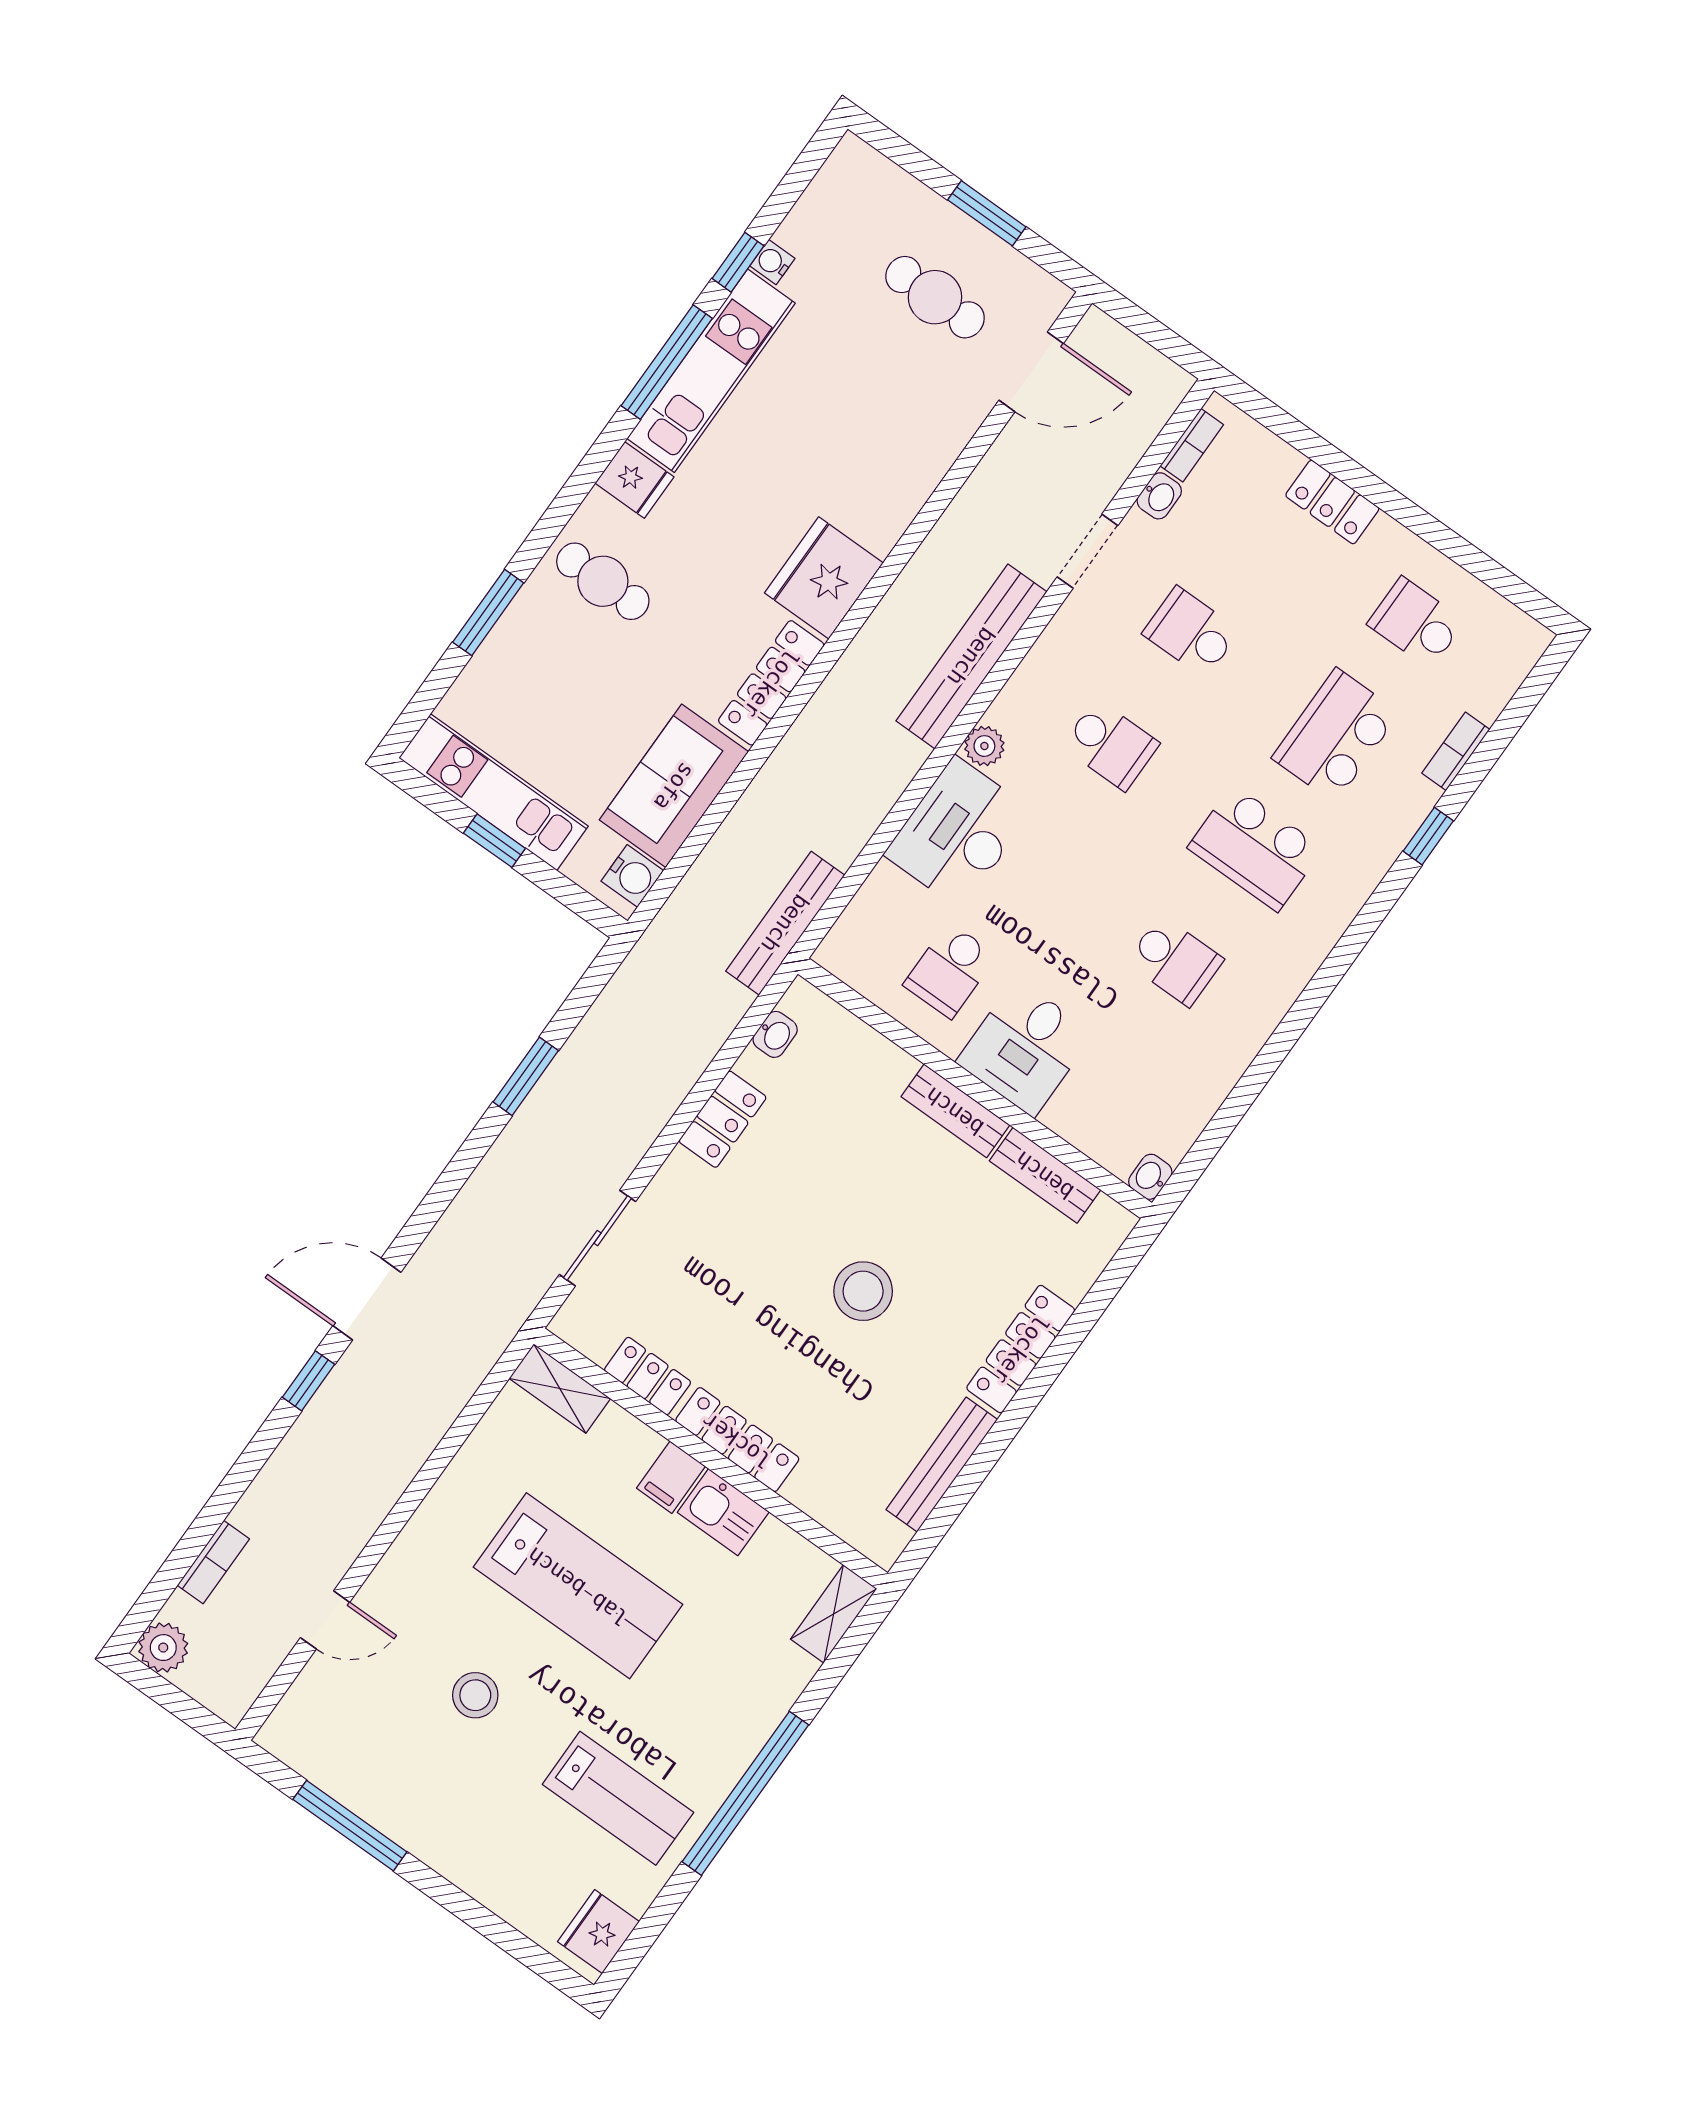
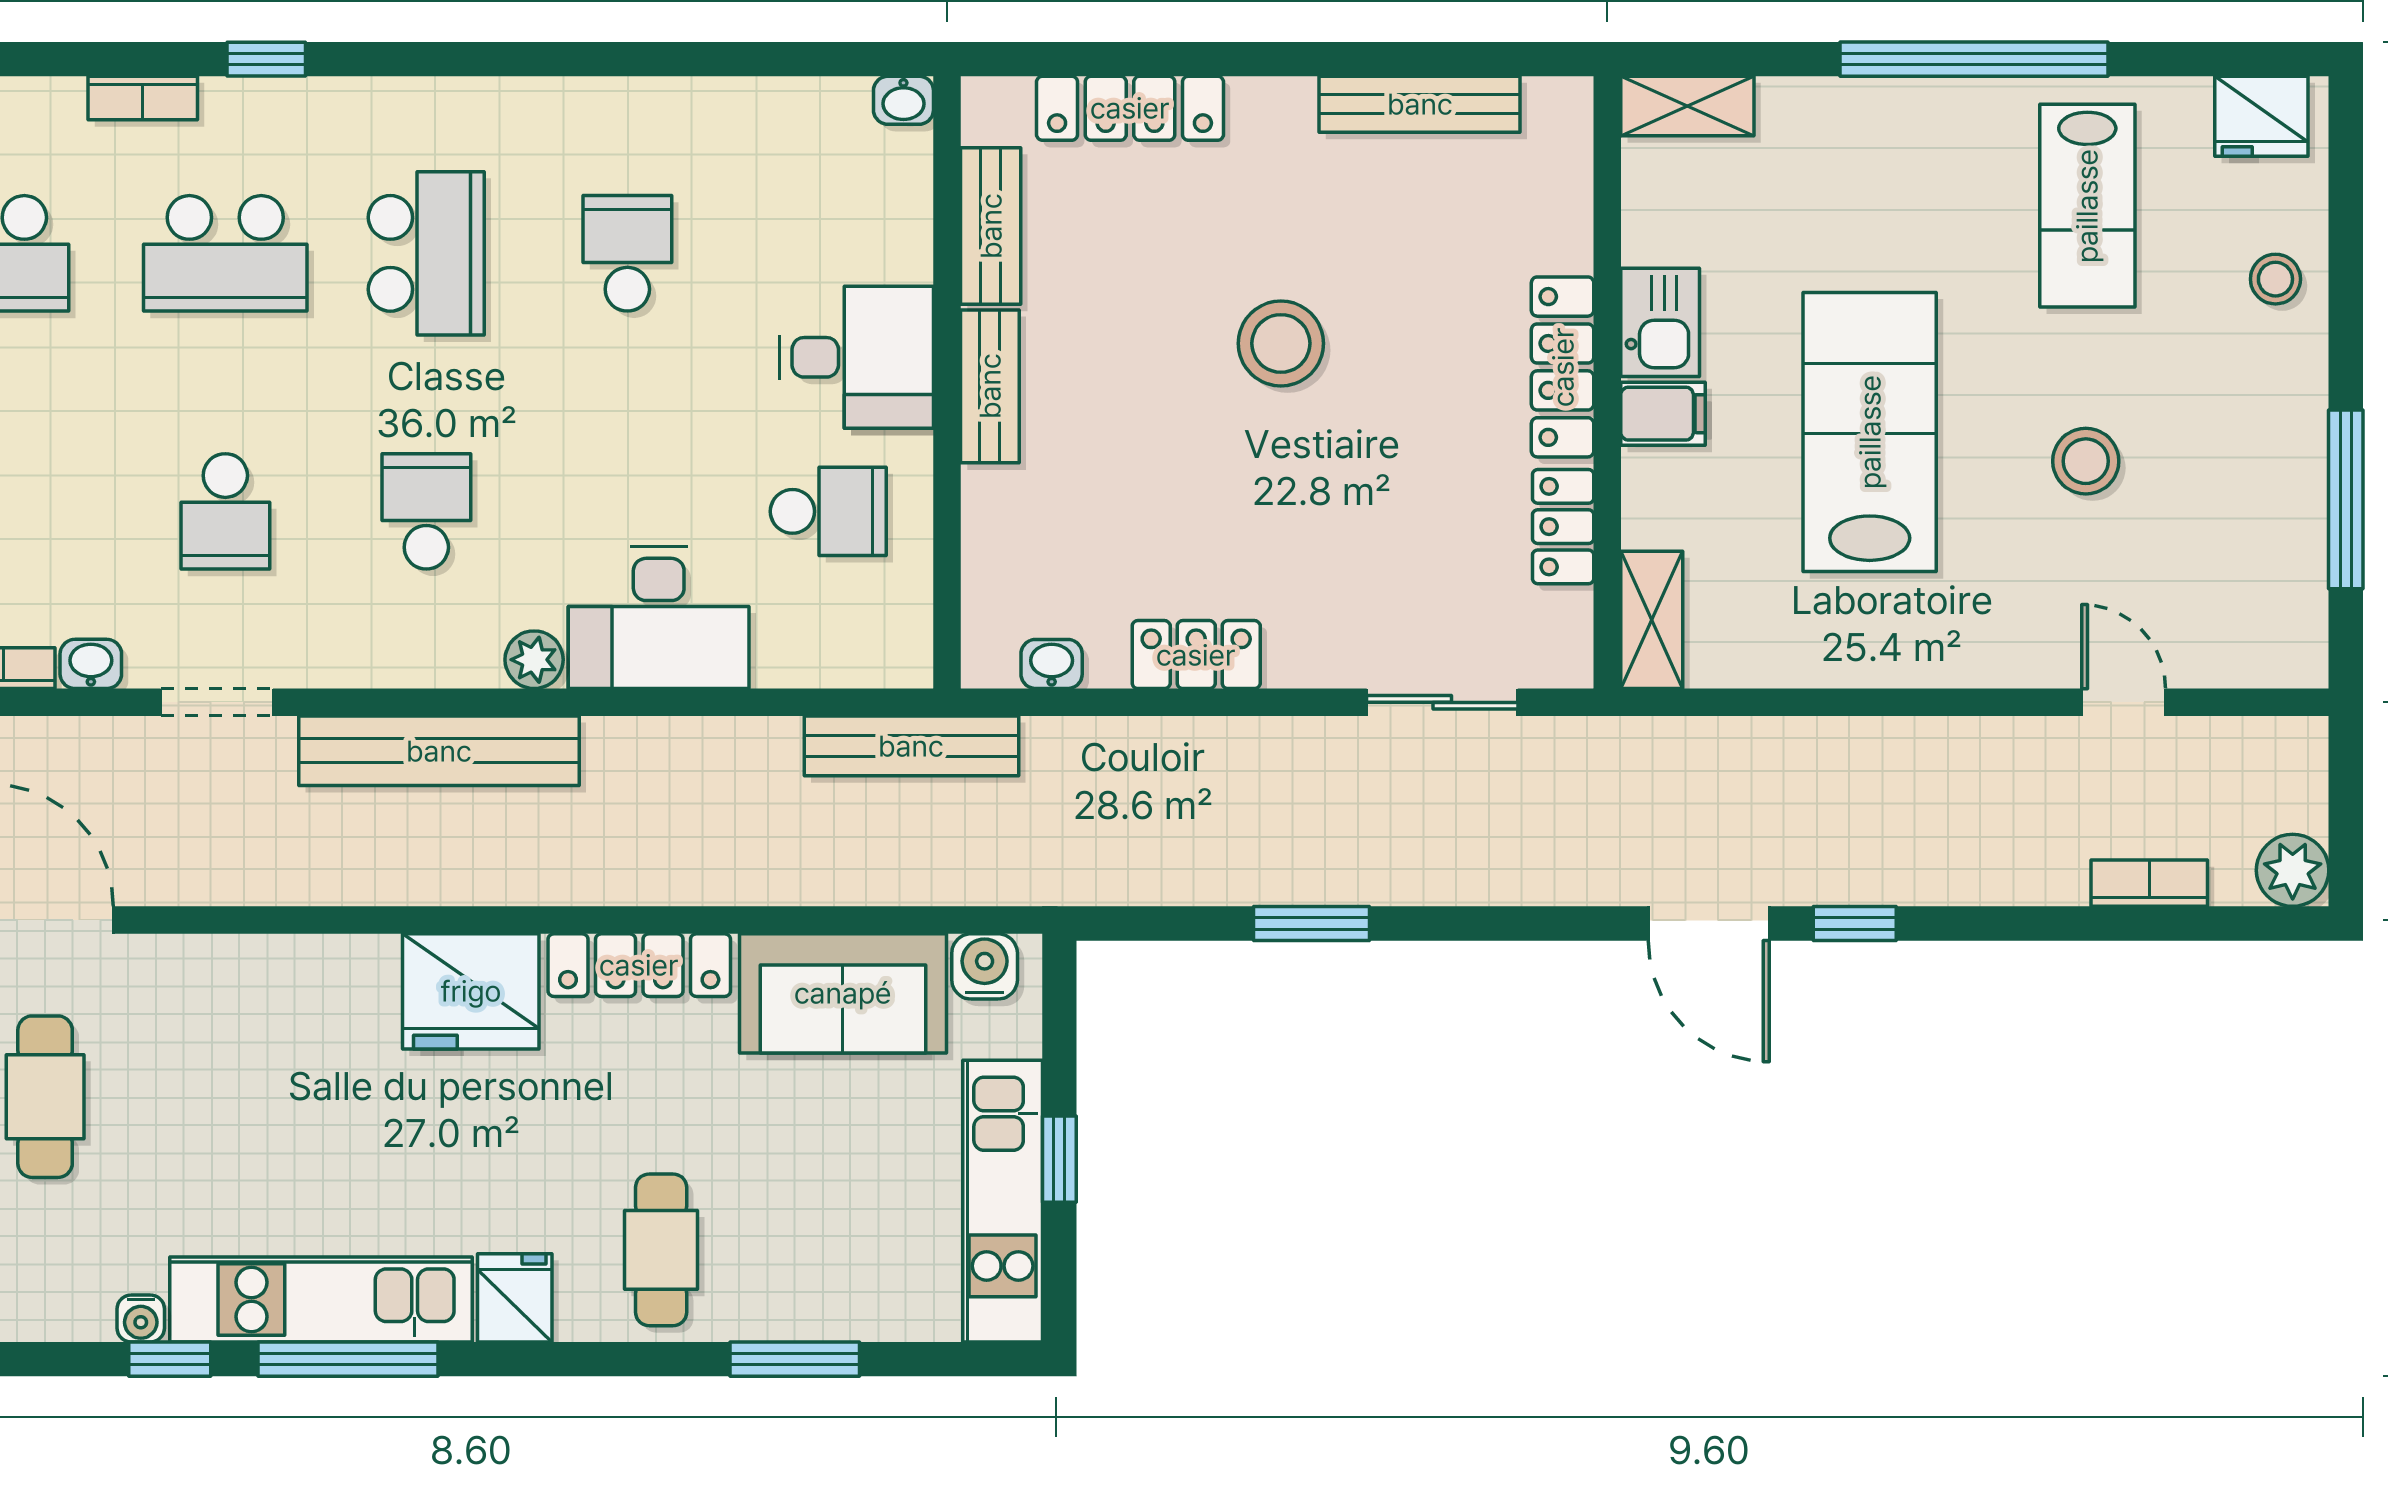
locker: (1021, 1349) -> (1130, 108), moved
lab bench: (618, 1798) -> (2087, 206), turned 180
stool: (501, 1874) -> (2275, 279), added

